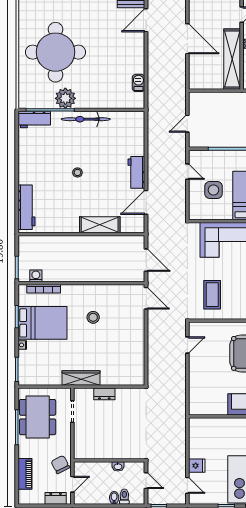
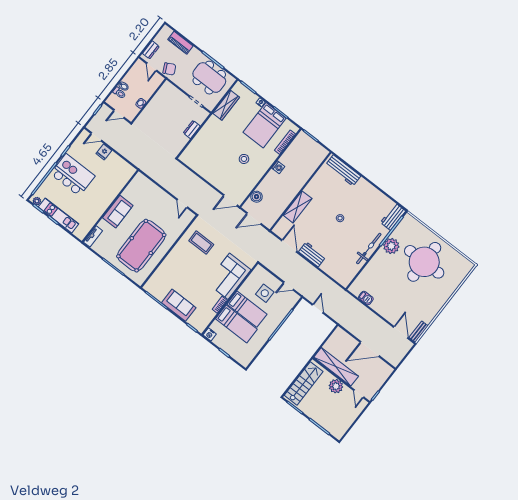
boiler: (122, 275) -> (256, 197), added
washing machine: (36, 276) -> (278, 167), moved
wardrobe: (81, 378) -> (226, 105), moved

